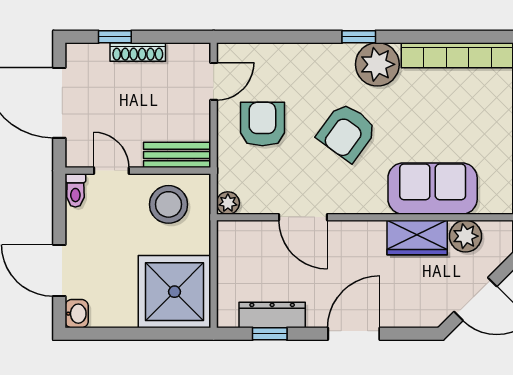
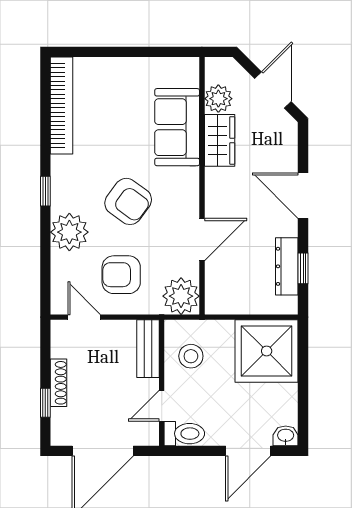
plant: (377, 64) -> (69, 232), moved
toilet: (75, 190) -> (184, 434), width x1.37, depth x1.39
plant: (228, 203) -> (181, 296), width x1.87, depth x1.87
stool: (169, 204) -> (191, 356), width x0.73, depth x0.73

